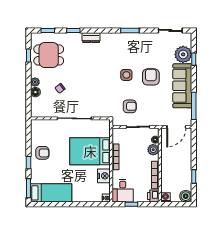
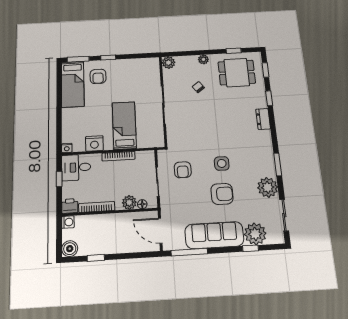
plant: (148, 41) -> (268, 187), added
dining table: (49, 55) -> (237, 73), turned 90
floor lamp: (35, 92) -> (192, 61), removed
plant: (36, 112) -> (168, 63), added
bed: (90, 151) -> (124, 125), width x0.67
armchair: (42, 153) -> (98, 76), moved

